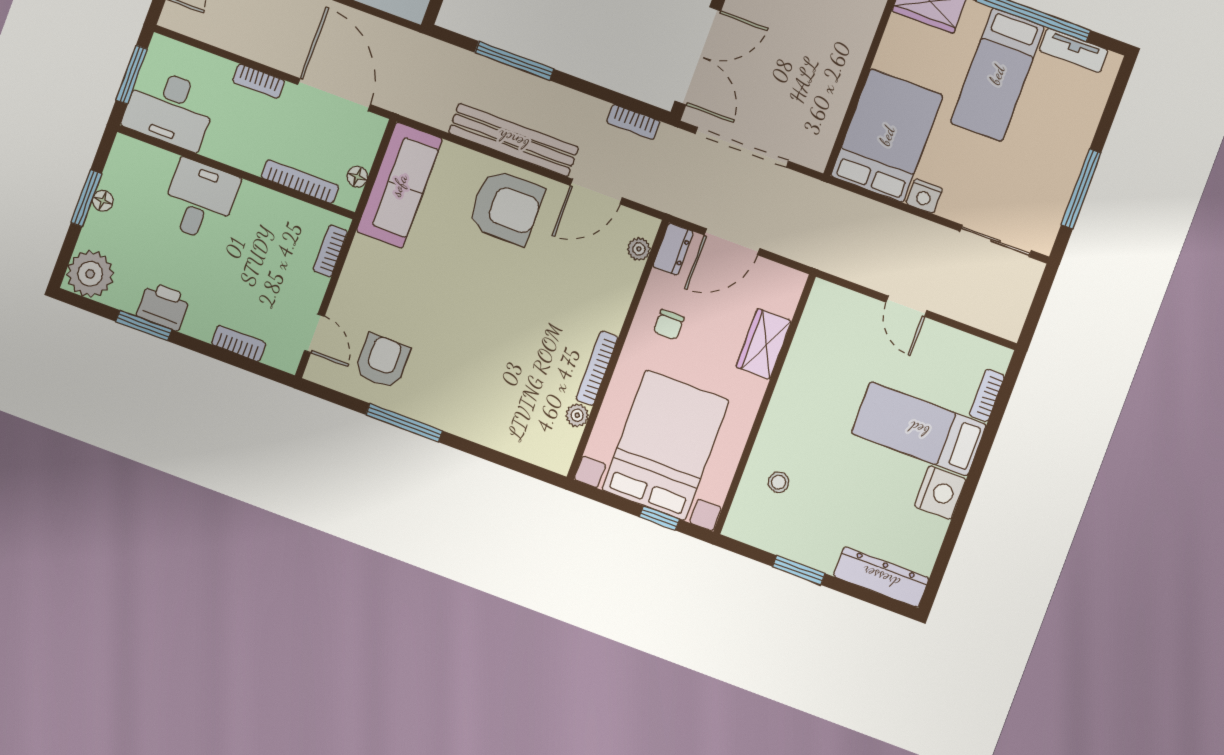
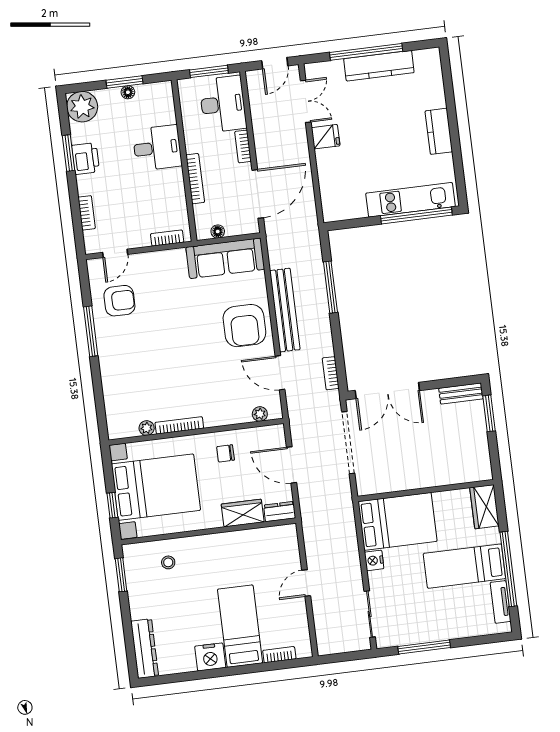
desk: (170, 109) -> (223, 104), moved, turned 180
bookcase: (300, 181) -> (195, 179), moved
dresser: (673, 249) -> (280, 512), moved, turned 180
window: (799, 570) -> (121, 575), moved

